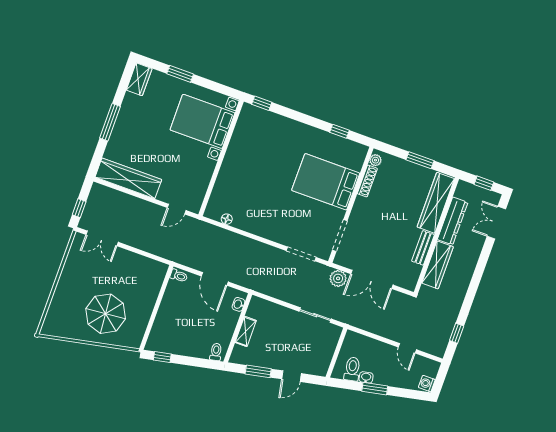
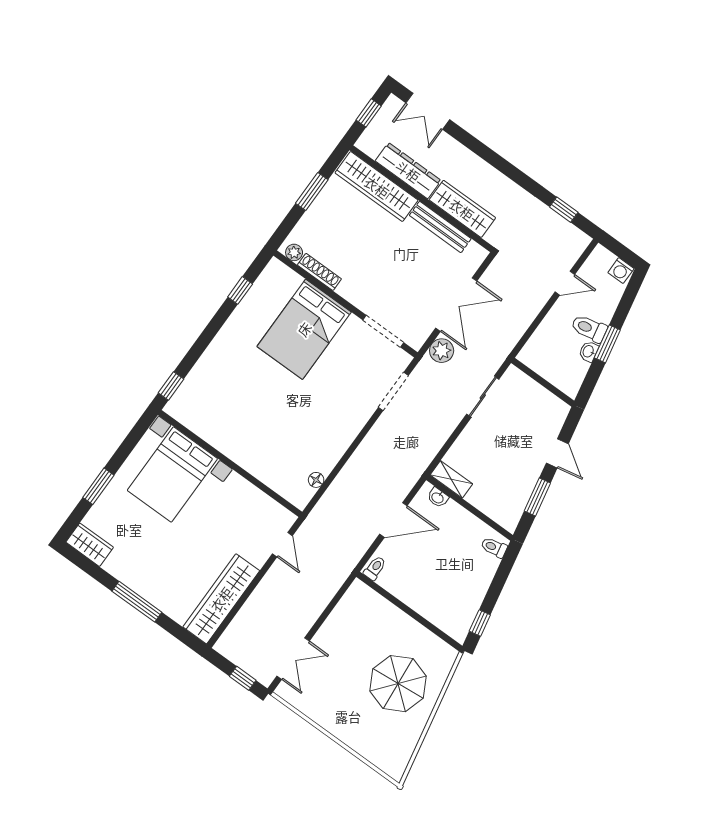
bench: (423, 248) -> (440, 227), width x1.36
shelving: (246, 331) -> (451, 479), moved
toilet: (352, 369) -> (589, 328), moved

